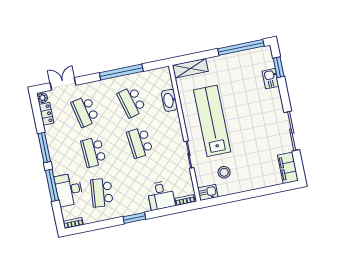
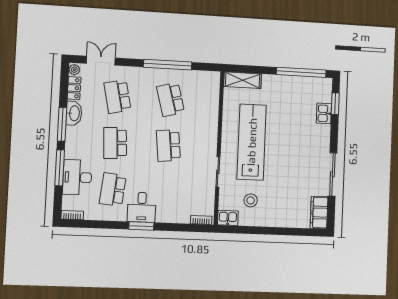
washbasin: (169, 100) -> (74, 113), moved, turned 180
desk: (161, 195) -> (142, 207), moved

